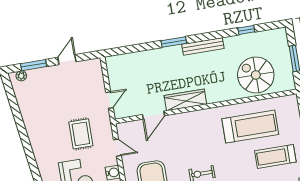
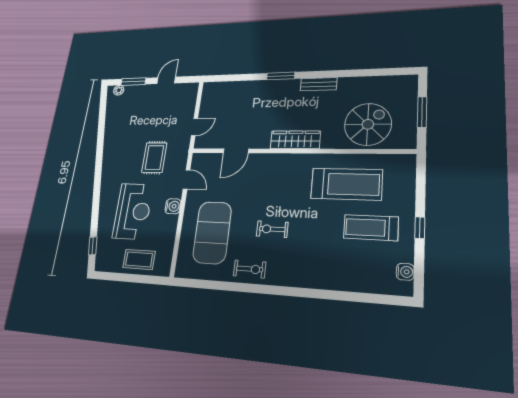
window: (246, 30) -> (368, 73), removed
bench: (203, 46) -> (319, 84), width x0.73
spiral stairs: (256, 75) -> (368, 124), turned 90
wardrobe: (185, 100) -> (295, 140), moved

